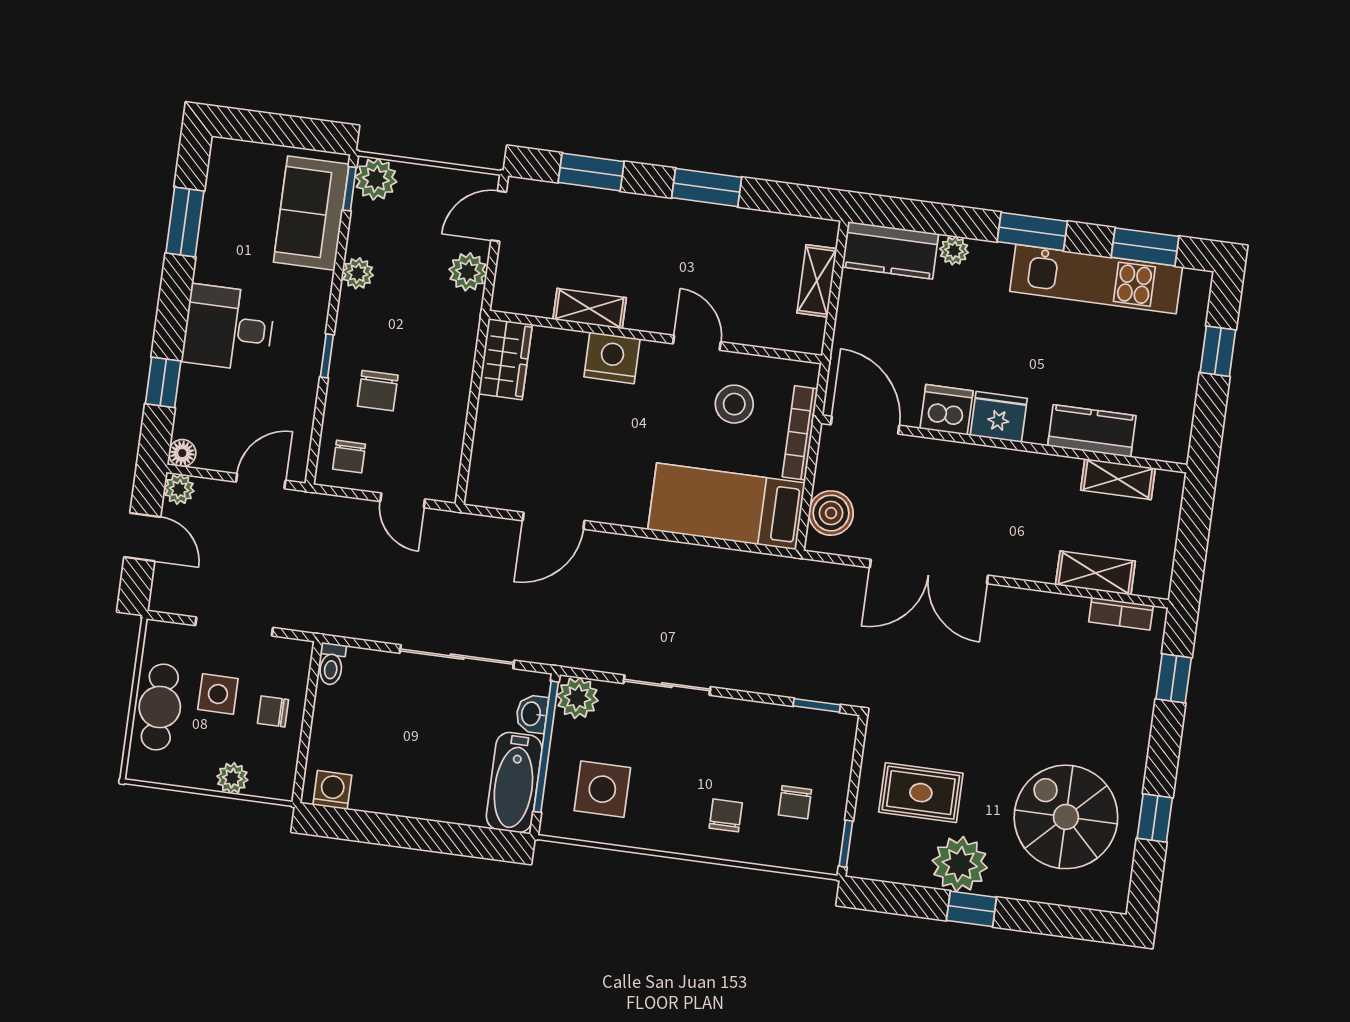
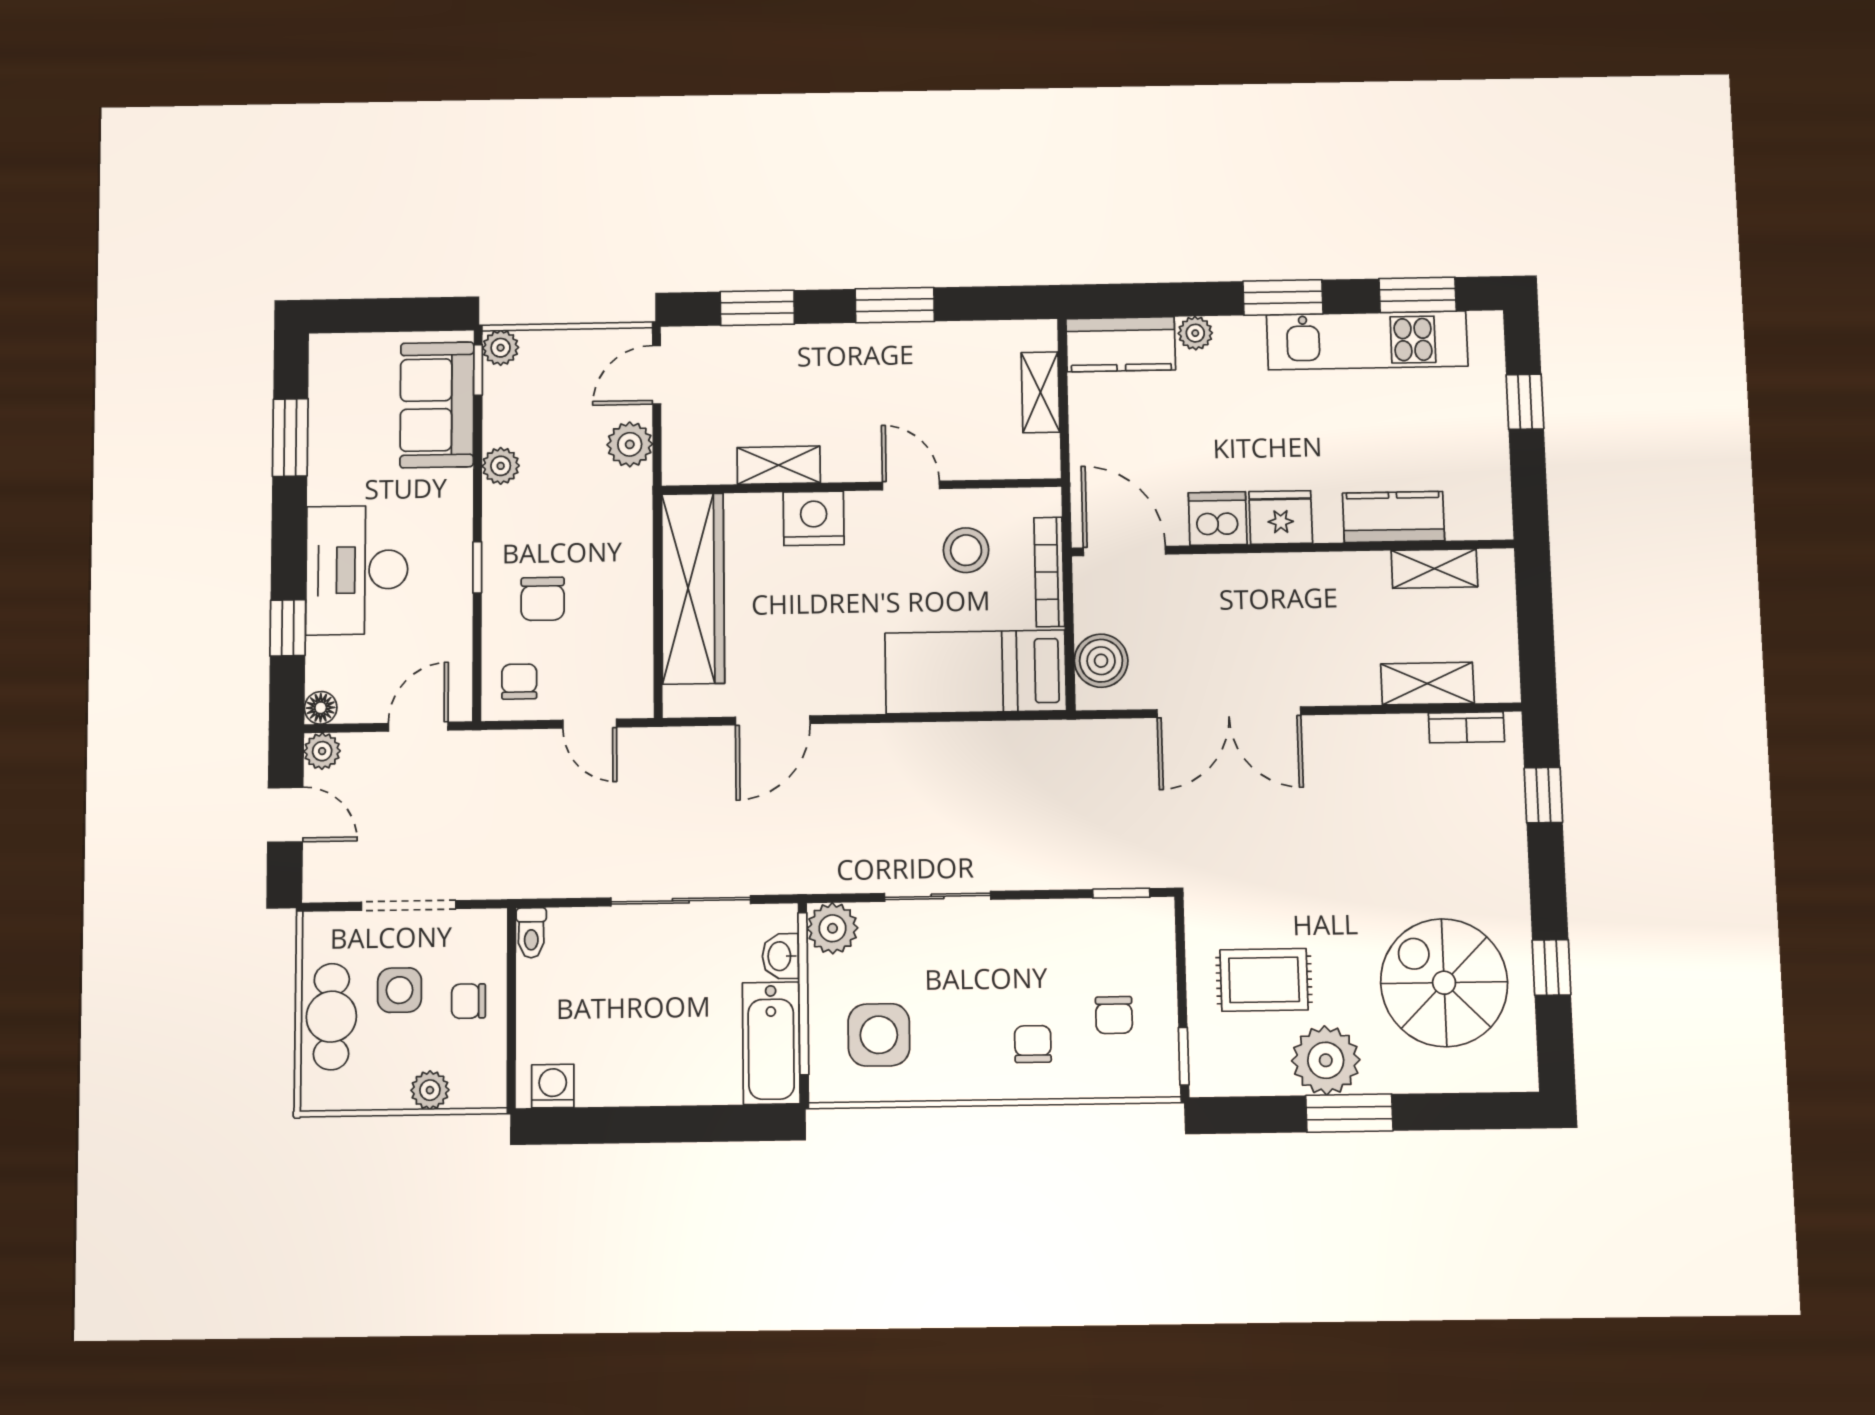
plant: (376, 179) -> (501, 348), width x0.73, depth x0.73
desk: (229, 328) -> (357, 570), width x1.37
wardrobe: (505, 359) -> (693, 588), width x2.10, depth x1.17
chair: (349, 457) -> (519, 682), turned 180
window: (971, 909) -> (1349, 1113), width x1.50

